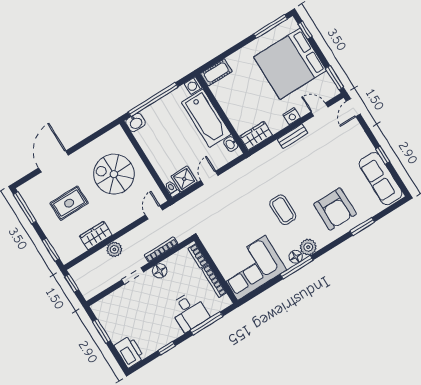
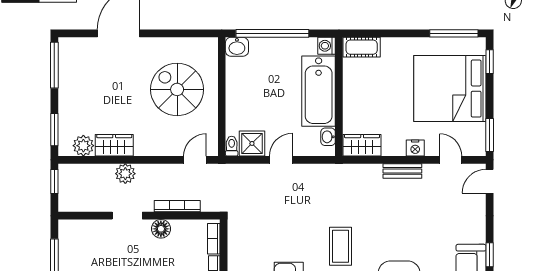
rug: (69, 203) -> (107, 91), removed
plant: (76, 248) -> (83, 146), added

